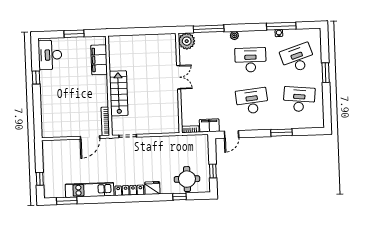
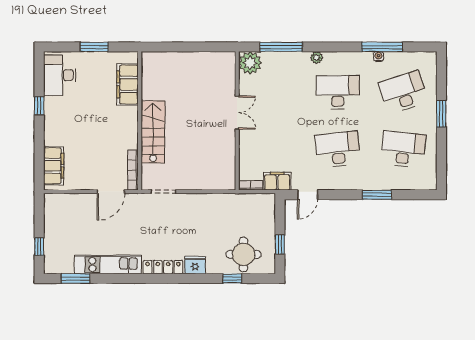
filing cabinet: (48, 120) -> (54, 166), added

